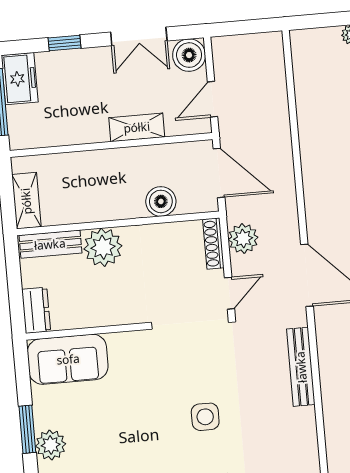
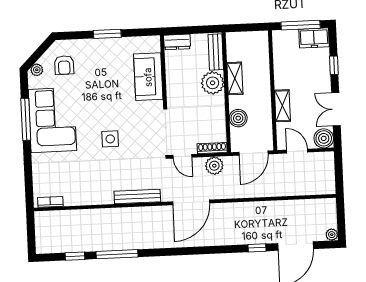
shelving: (26, 201) -> (235, 78), moved, turned 90
sofa: (68, 359) -> (148, 77), moved
plant: (51, 445) -> (97, 47), removed

